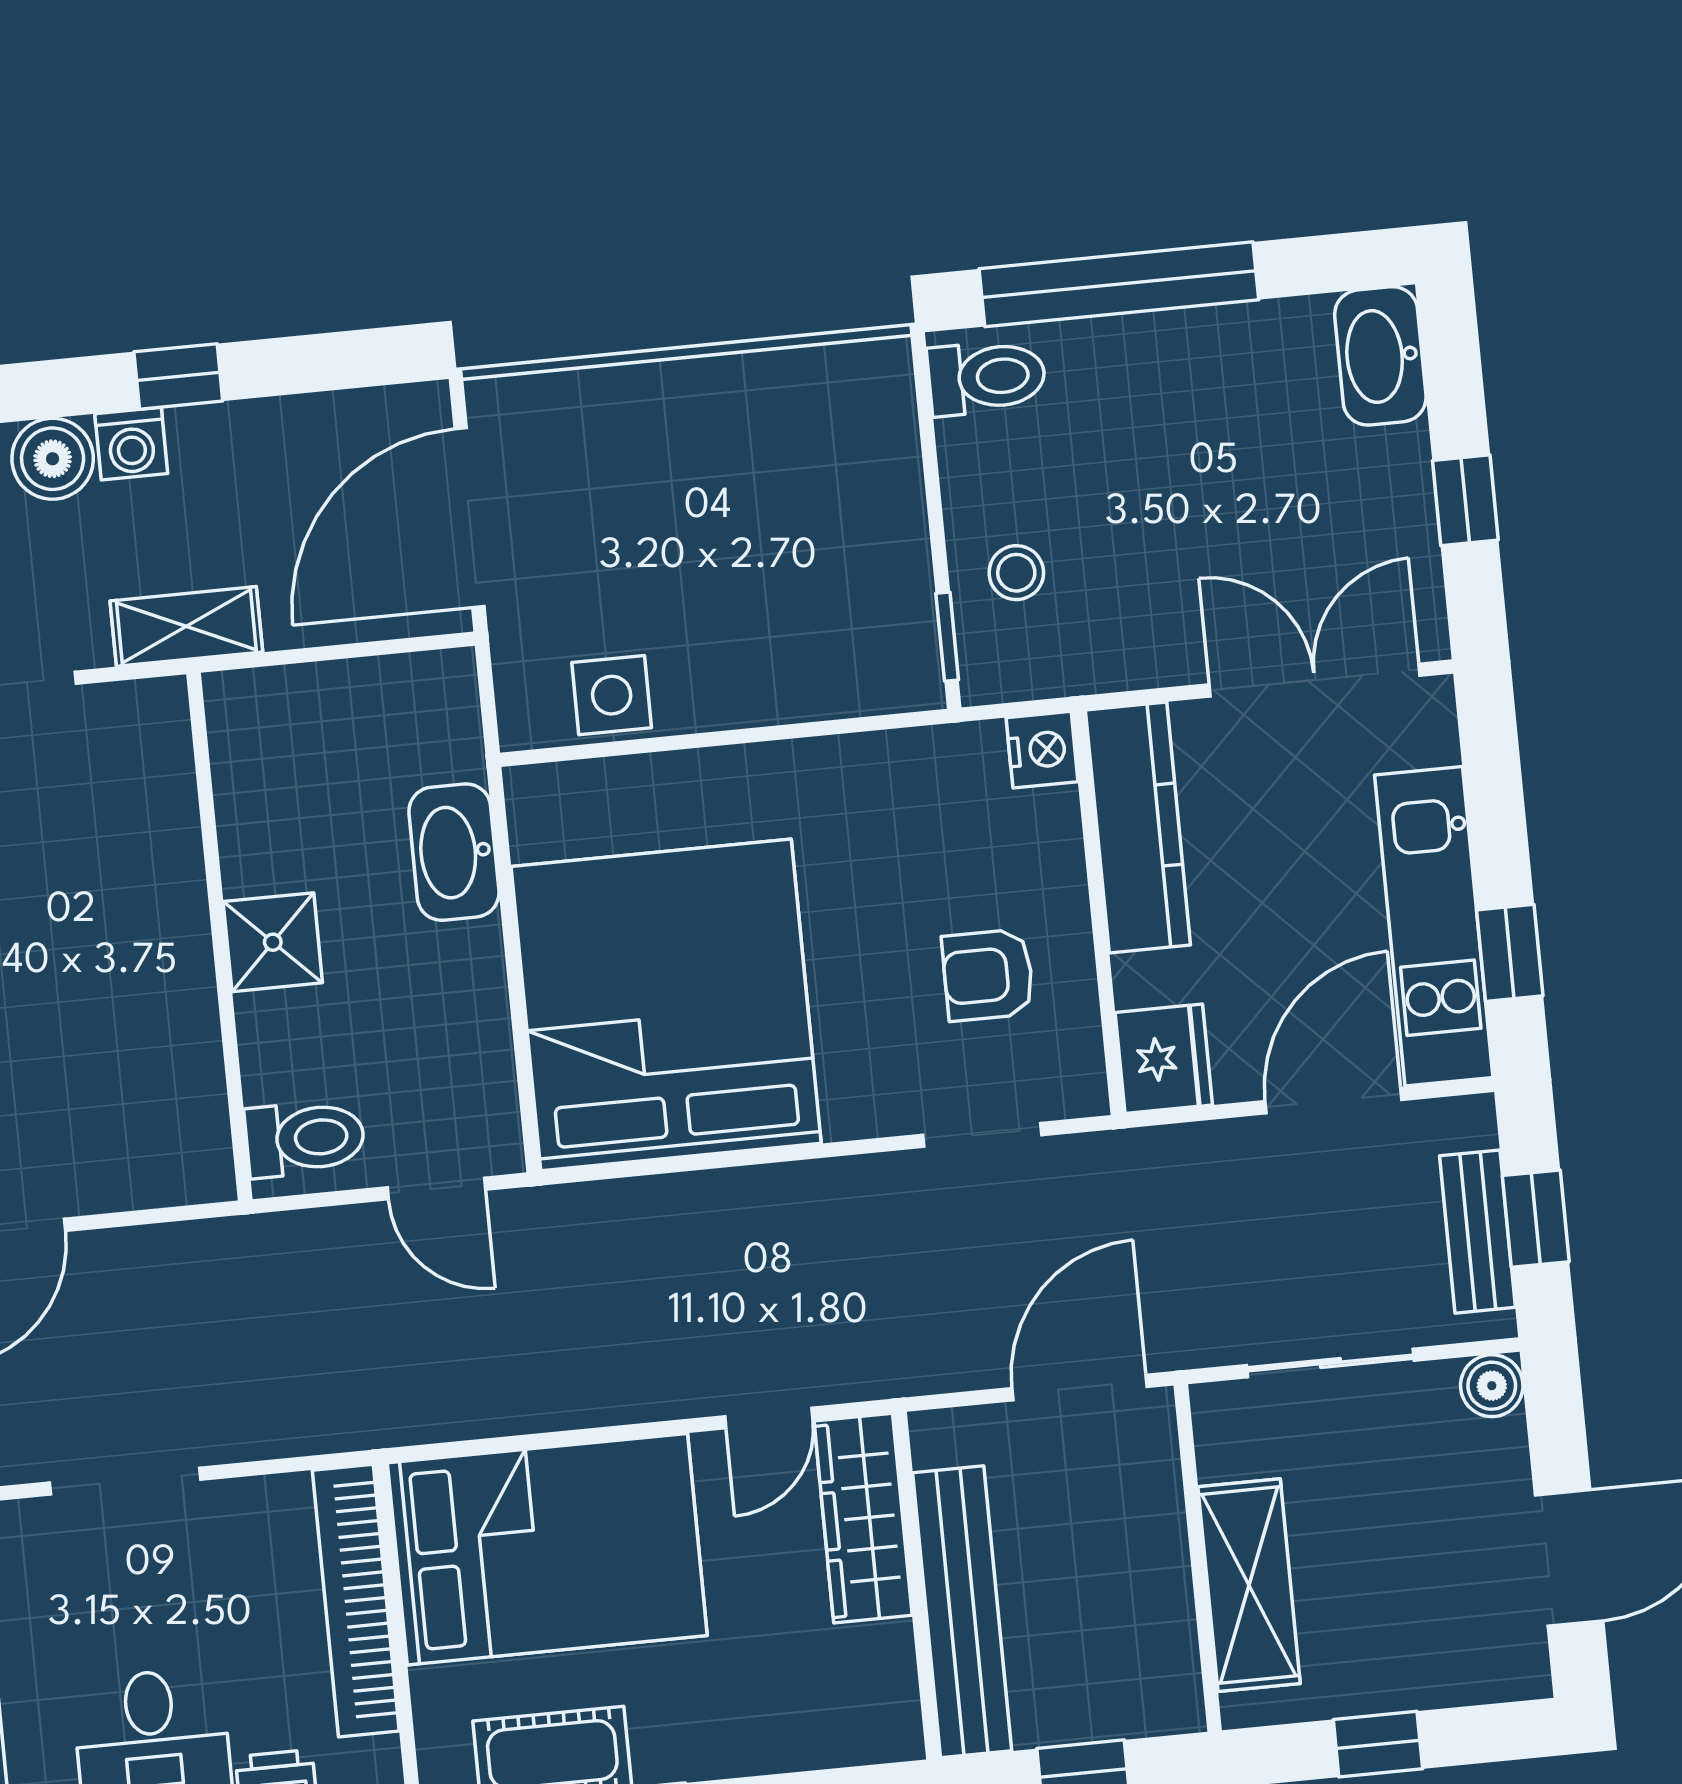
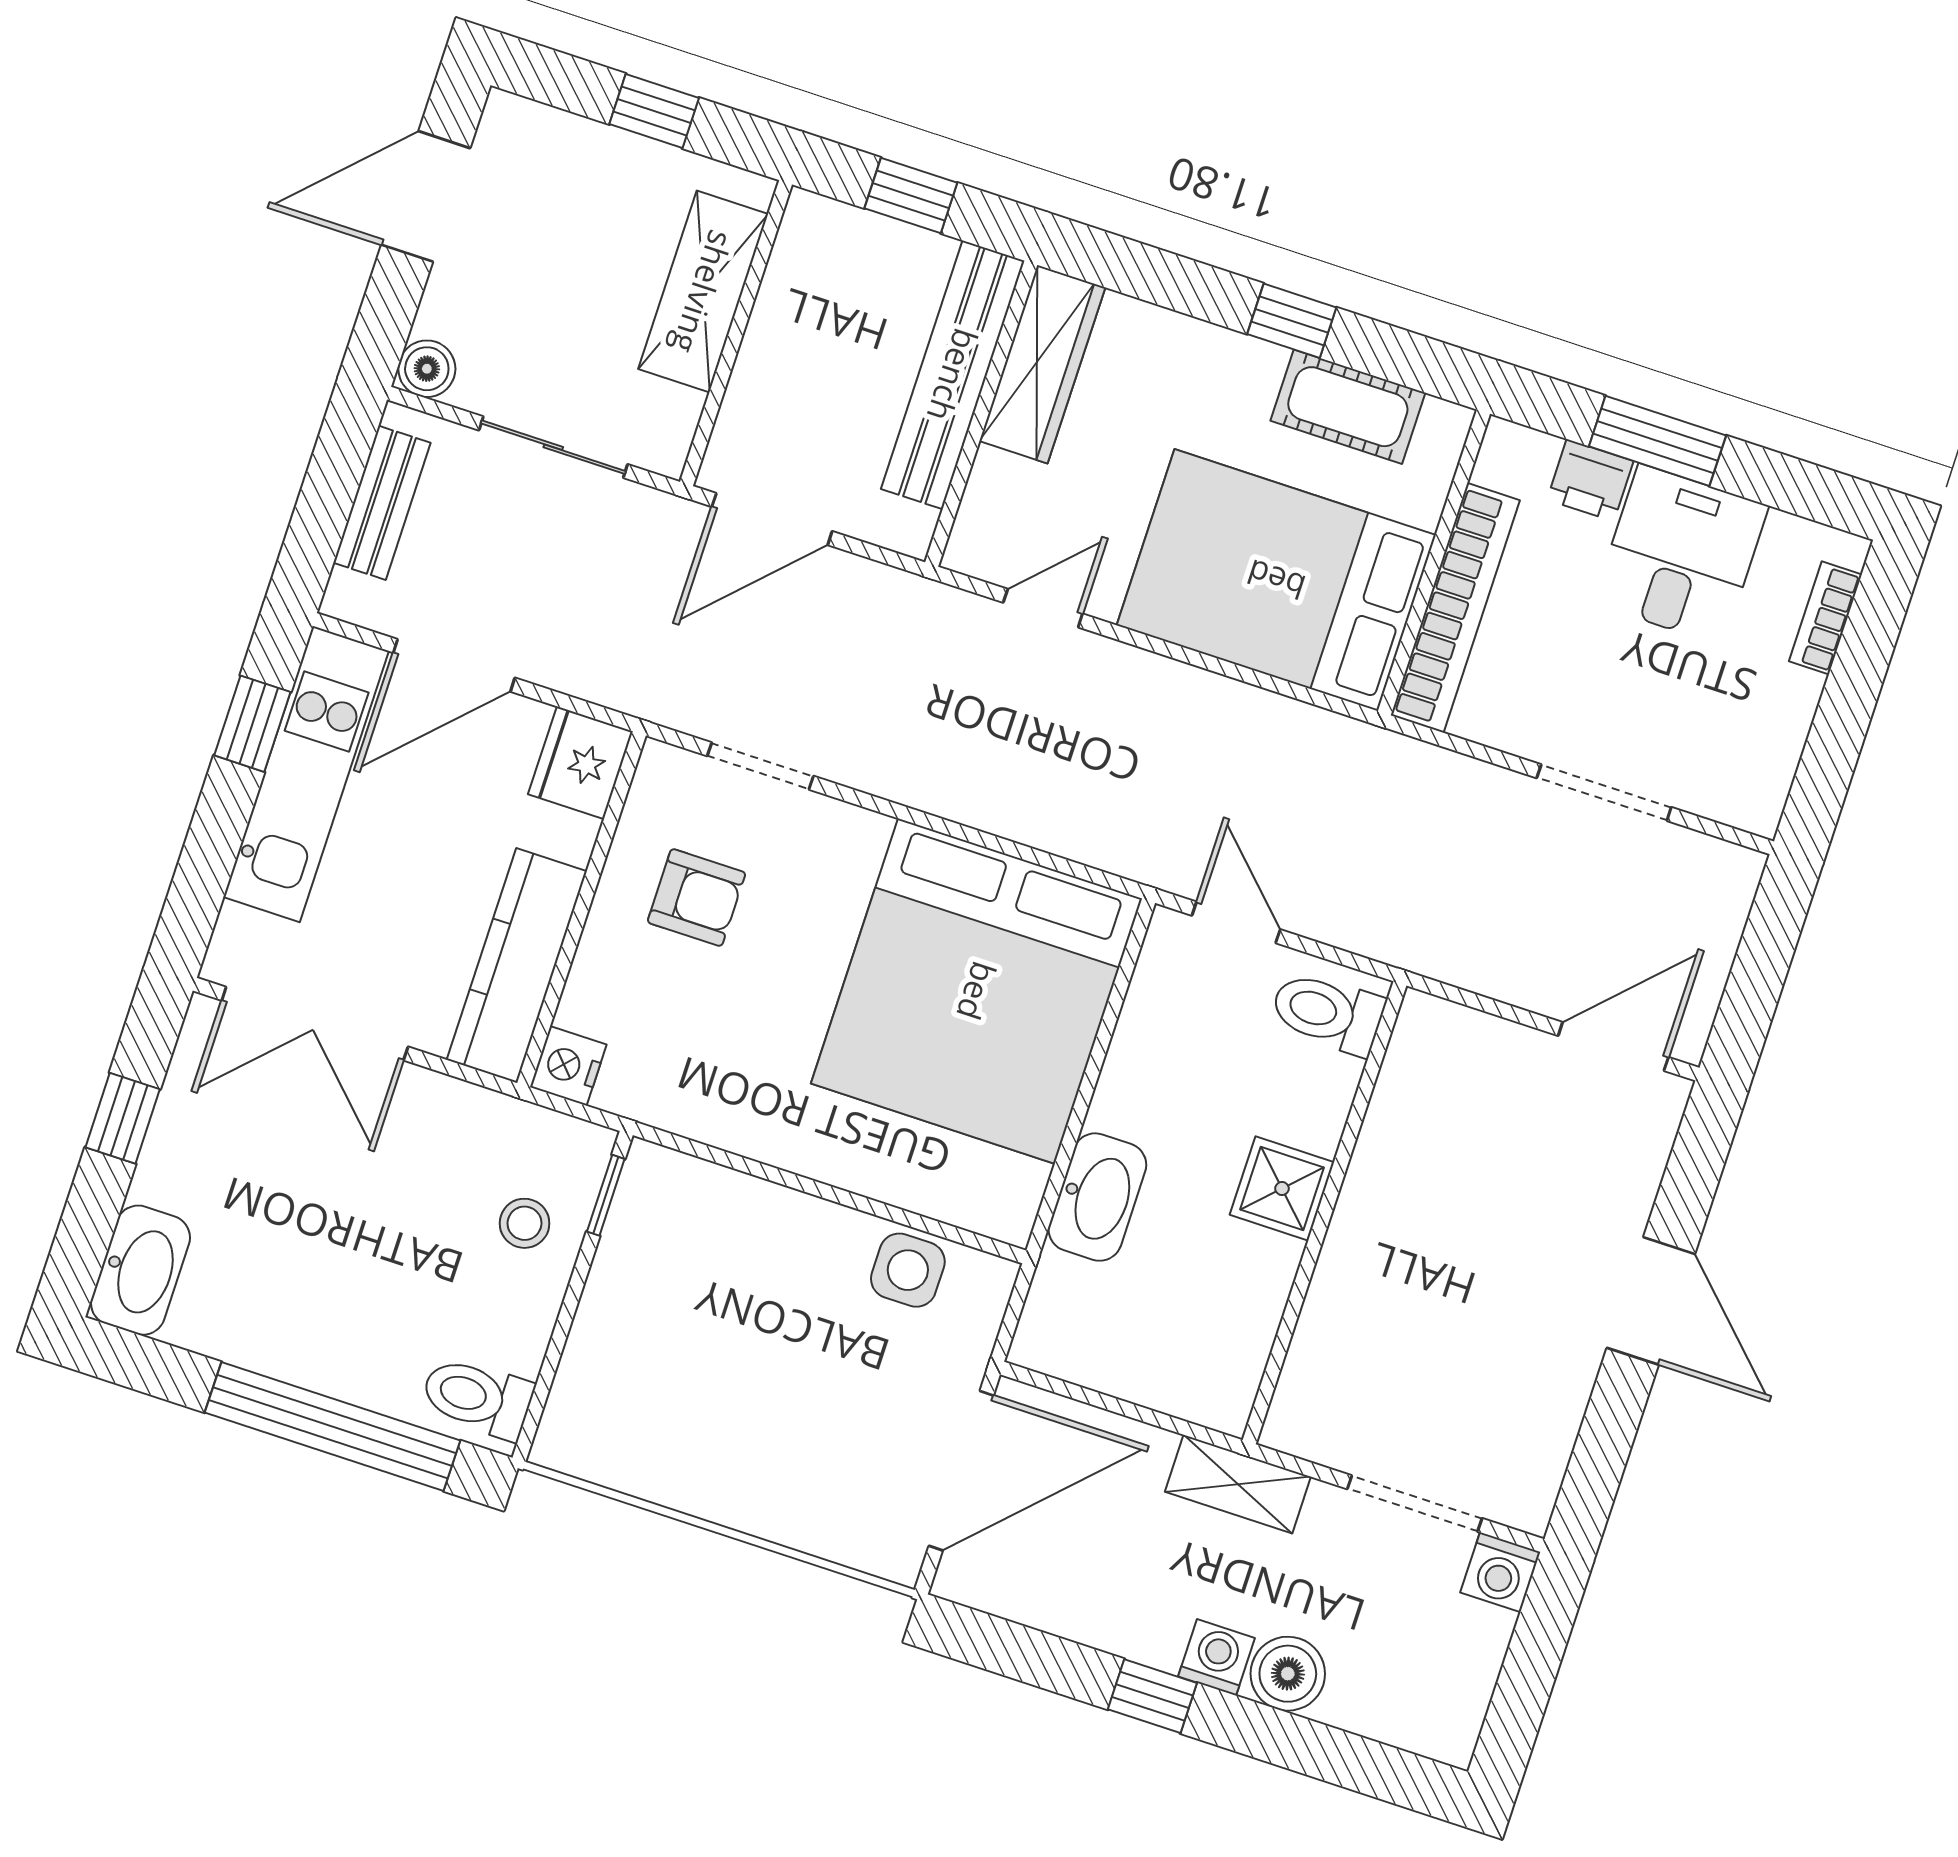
window: (1536, 1219) -> (329, 492), removed
wardrobe: (863, 1518) -> (1042, 364), moved

